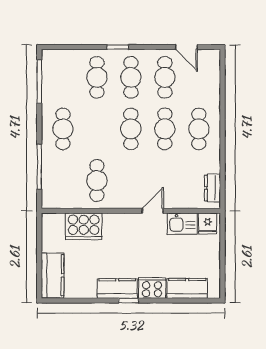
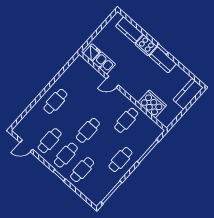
door: (186, 47) -> (26, 146), swing flipped
cafe table: (165, 129) -> (72, 116), removed
dresser: (212, 188) -> (74, 67), removed

